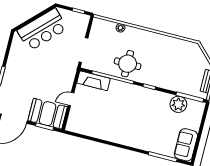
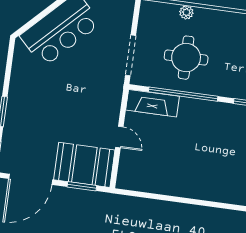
round table: (128, 64) -> (186, 58), moved
door: (71, 99) -> (119, 137), swing flipped

